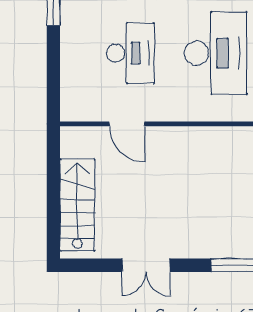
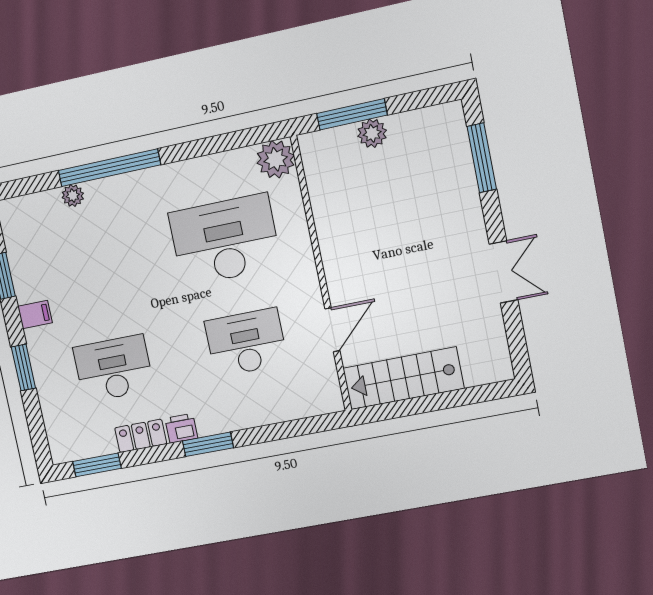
stairs: (77, 205) -> (403, 378), moved

